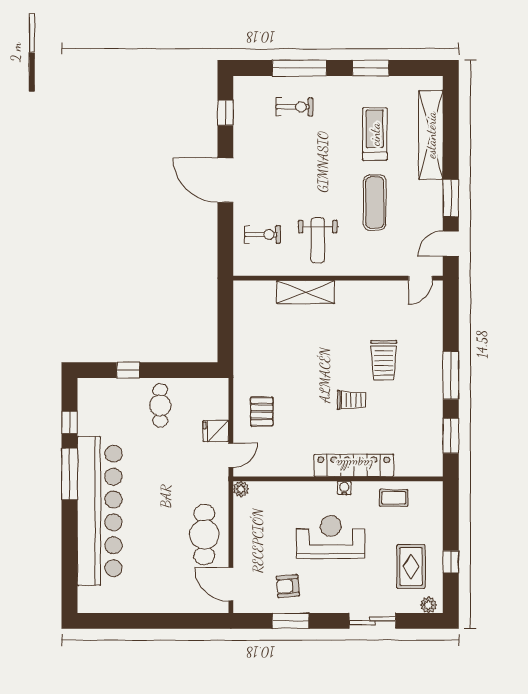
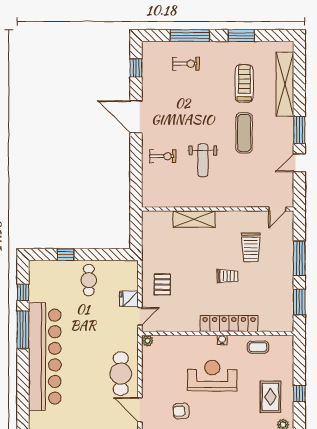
wall: (338, 278) -> (218, 209), moved
door: (420, 278) -> (277, 209), moved
shelving: (306, 292) -> (194, 219), moved

